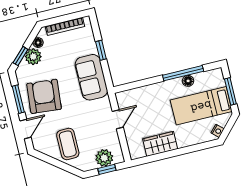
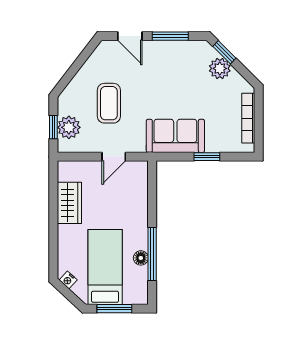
floor lamp: (38, 43) -> (236, 79), removed
armchair: (44, 96) -> (166, 70), removed
door: (118, 119) -> (114, 157), hinge flipped
coffee table: (68, 144) -> (109, 103), moved, turned 90

